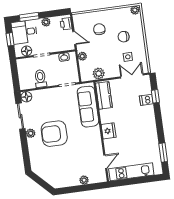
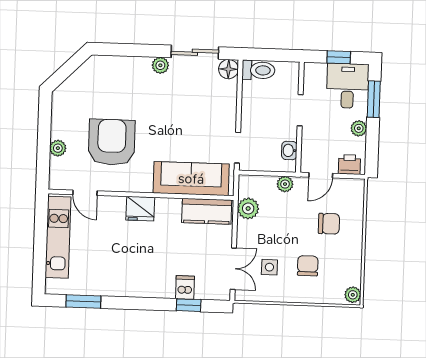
floor lamp: (27, 51) -> (312, 84), removed
toilet: (40, 79) -> (258, 70), moved
armchair: (54, 134) -> (112, 142), moved

